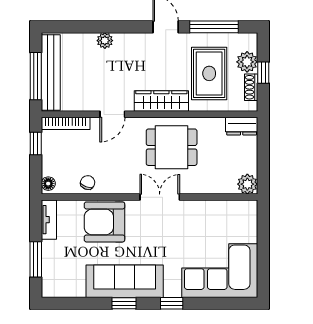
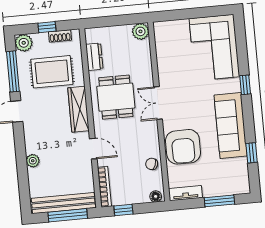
plant: (247, 62) -> (24, 43), moved
dresser: (242, 126) -> (94, 57), moved
window: (124, 303) -> (252, 153), moved

